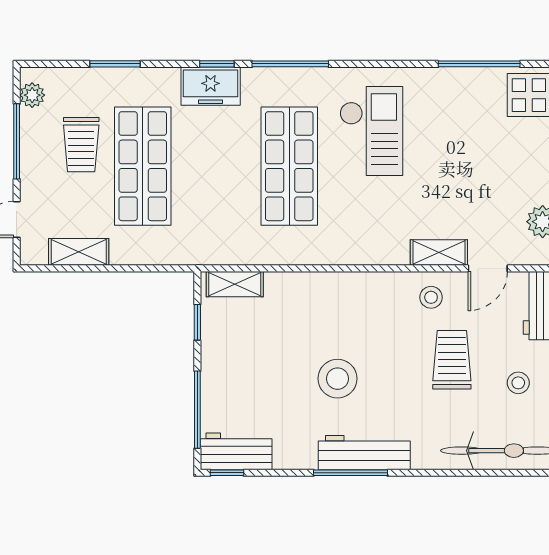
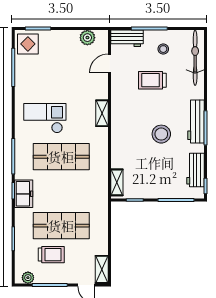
shelving: (79, 252) -> (102, 269), moved
shelving: (439, 253) -> (102, 113), moved
door: (488, 268) -> (109, 63), swing flipped
stool: (431, 297) -> (123, 90), removed
workbench: (236, 451) -> (195, 170), moved

